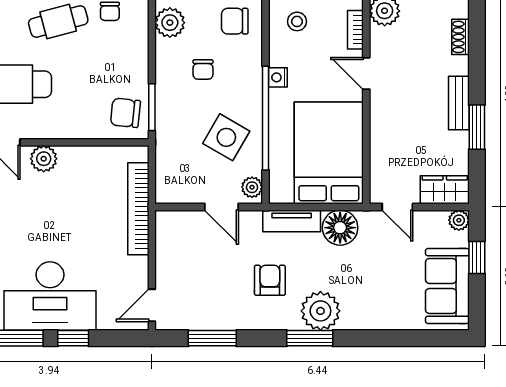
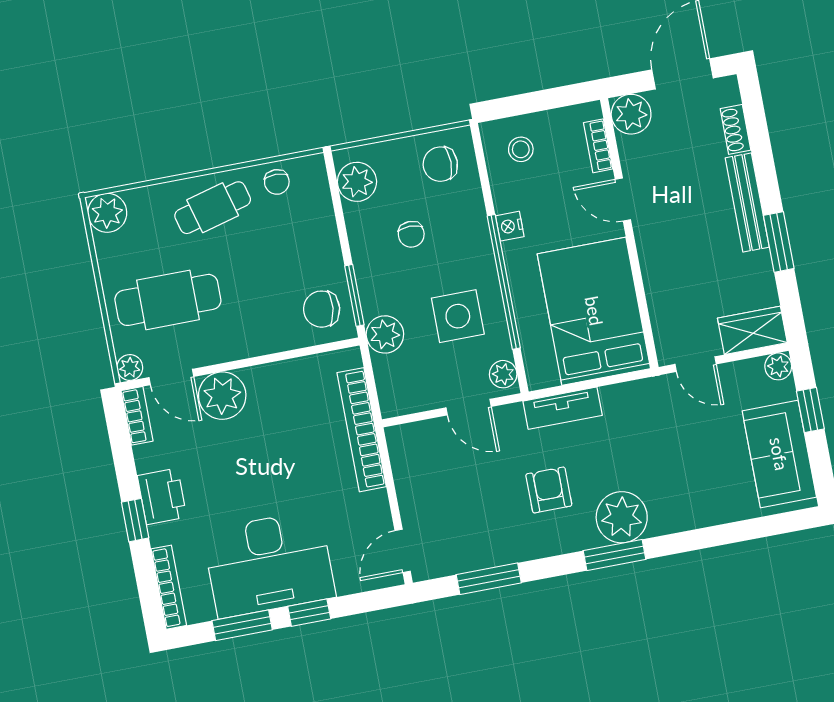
bench: (459, 103) -> (747, 203), width x1.36
side table: (226, 137) -> (458, 316), turned -30
plant: (169, 141) -> (385, 334), added
plant: (44, 159) -> (222, 396), width x1.36, depth x1.36
floor lamp: (340, 228) -> (627, 405), removed

